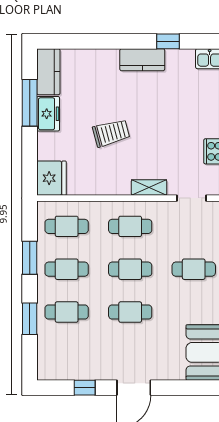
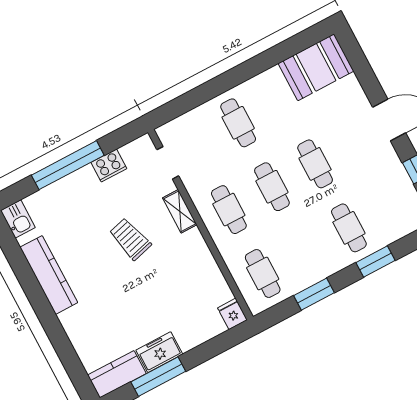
window: (168, 41) -> (22, 270), removed
kitchen counter: (142, 60) -> (49, 275), width x1.50
trolley: (111, 133) -> (130, 239), moved
fridge: (51, 178) -> (232, 314), width x0.53, depth x0.75
cafe table: (67, 269) -> (306, 251), removed

